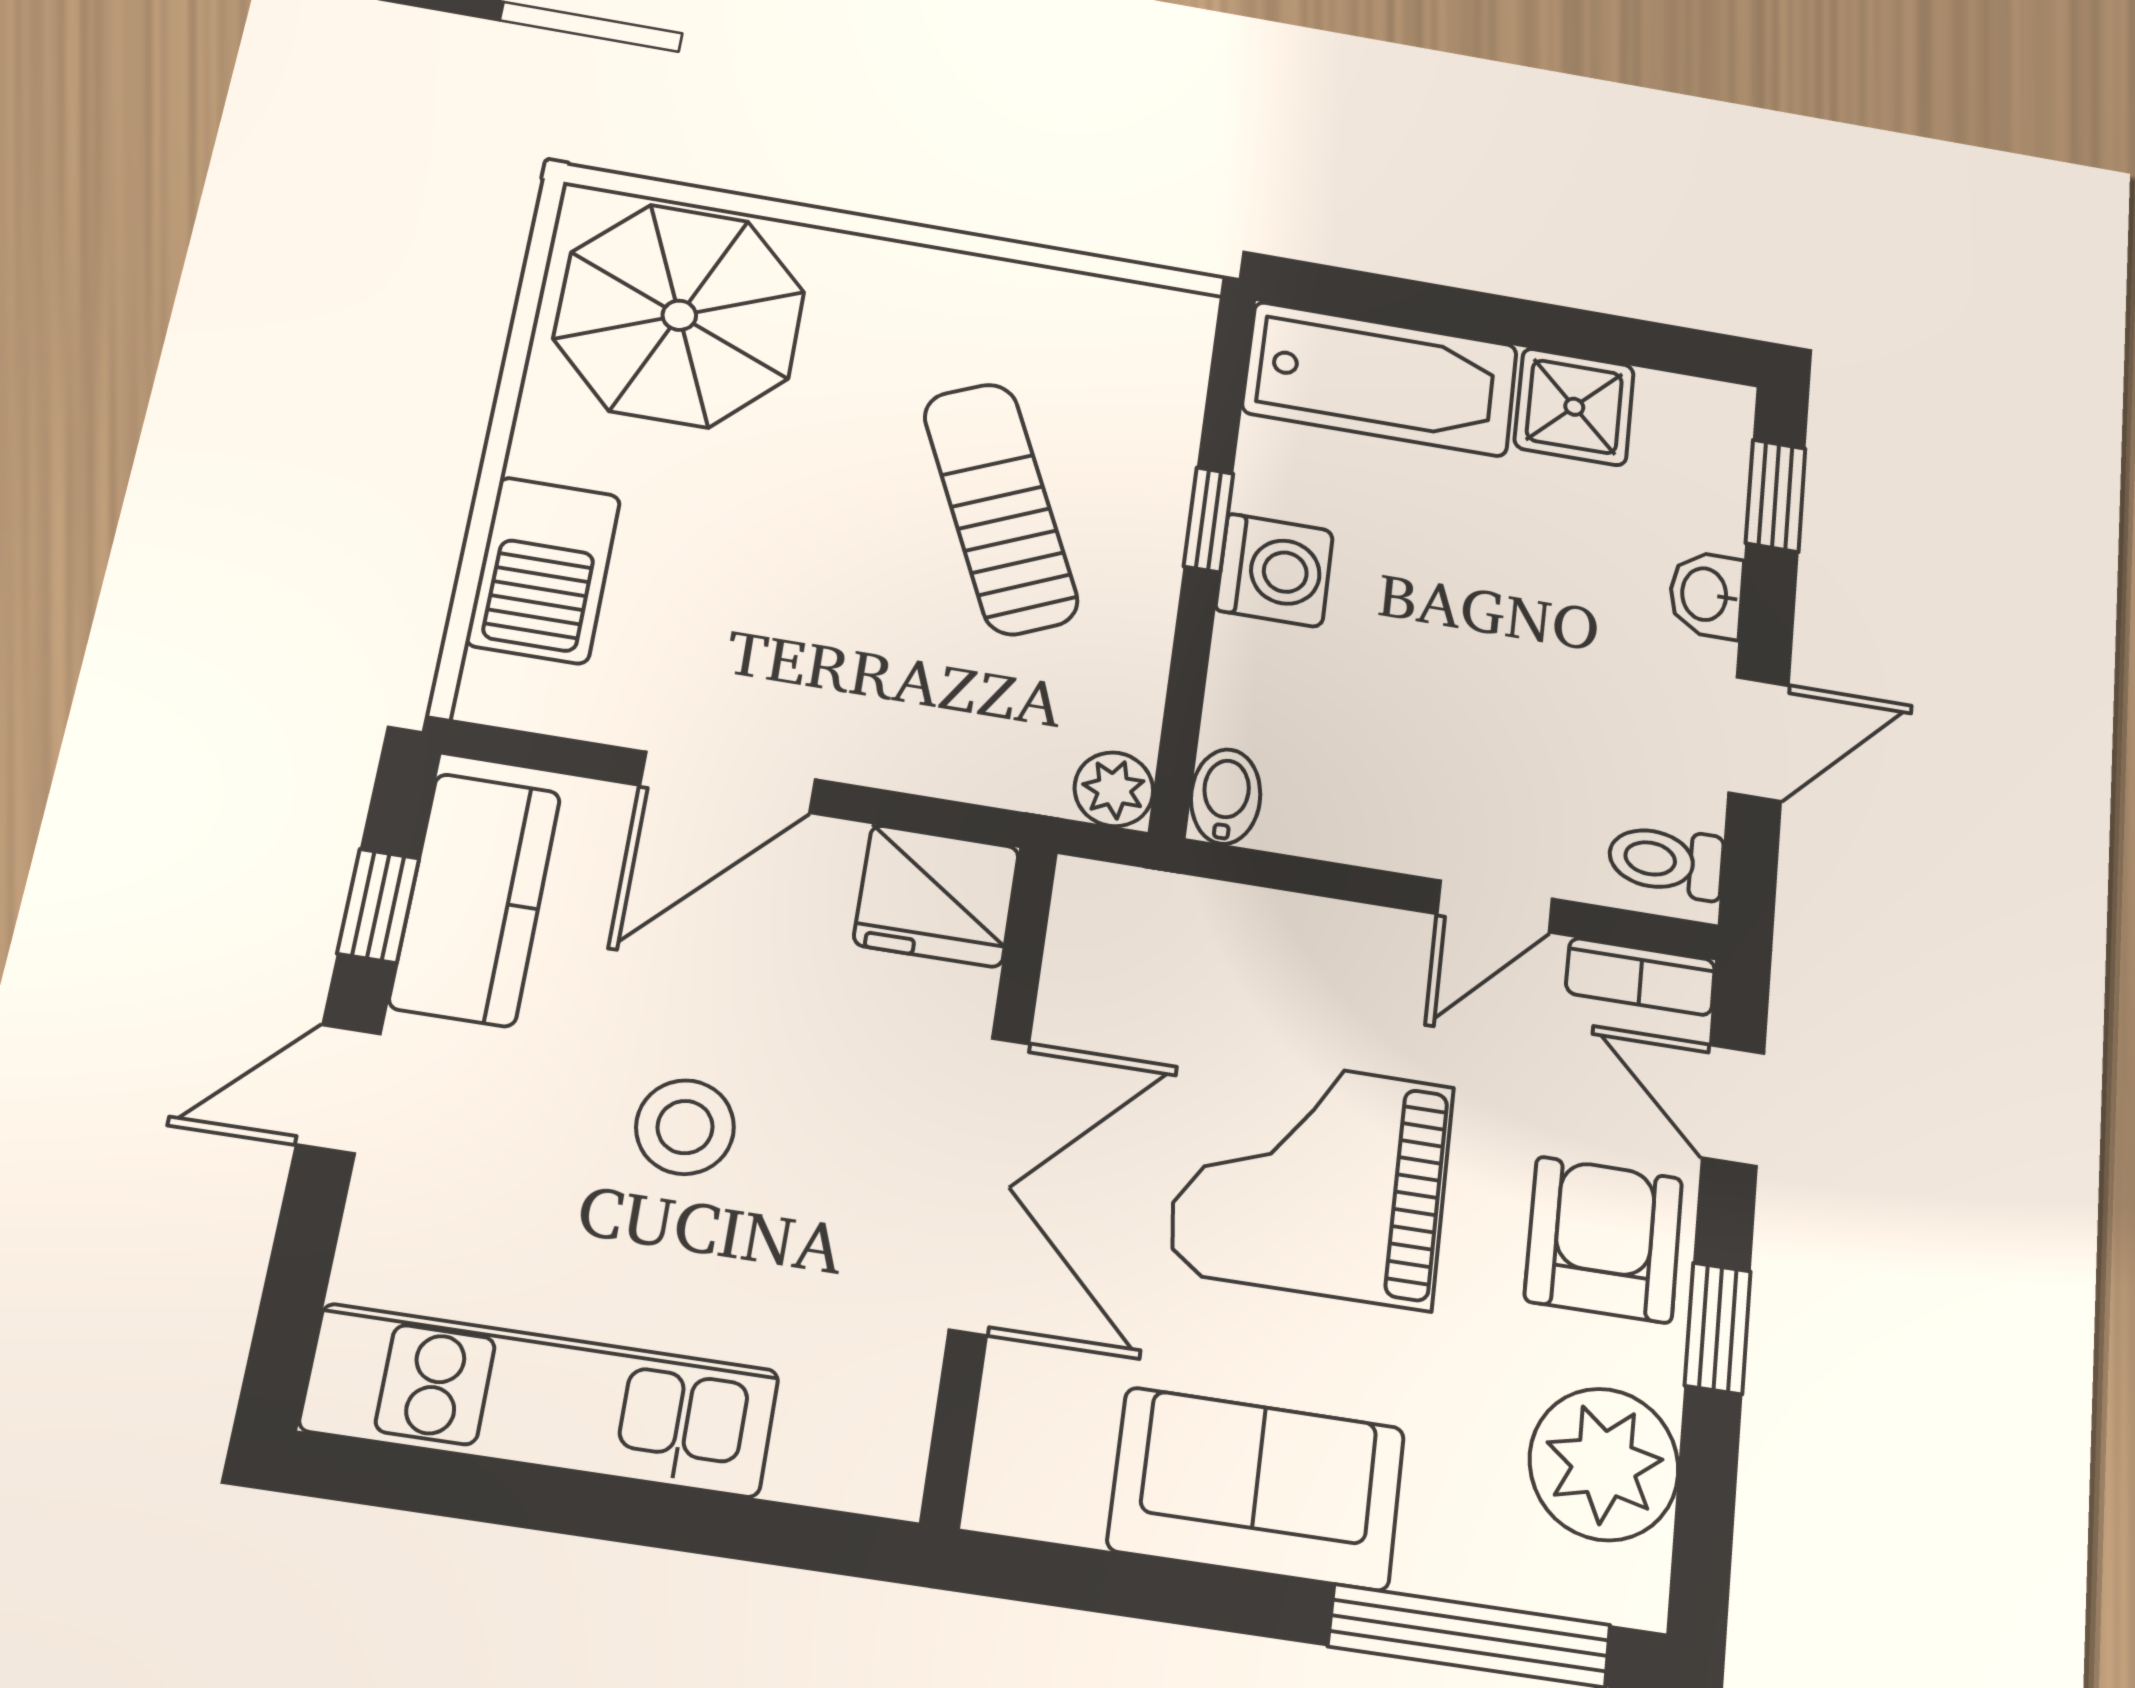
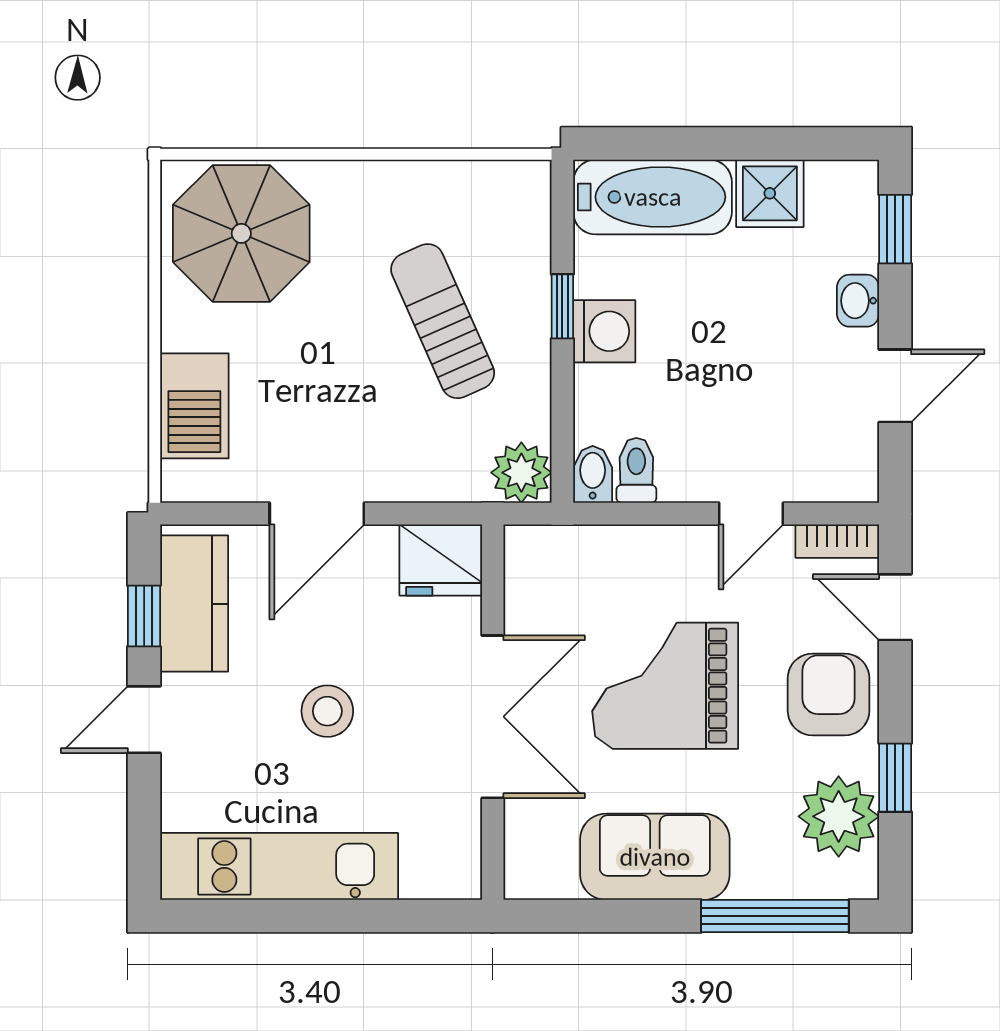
plant: (1114, 789) -> (521, 473), width x1.38, depth x1.38
toilet: (1666, 861) -> (636, 470), moved, turned 90
window: (1718, 1328) -> (895, 778), moved

